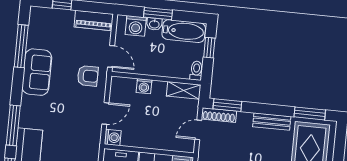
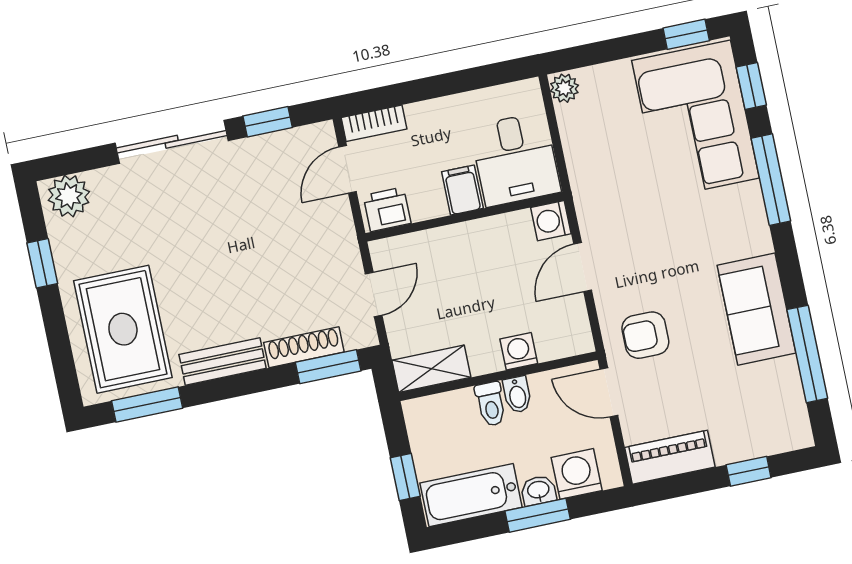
bidet: (150, 68) -> (517, 395), added
toilet: (196, 71) -> (491, 404), moved
shoe rack: (219, 115) -> (304, 347), moved

